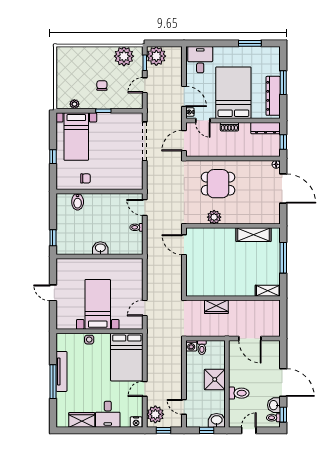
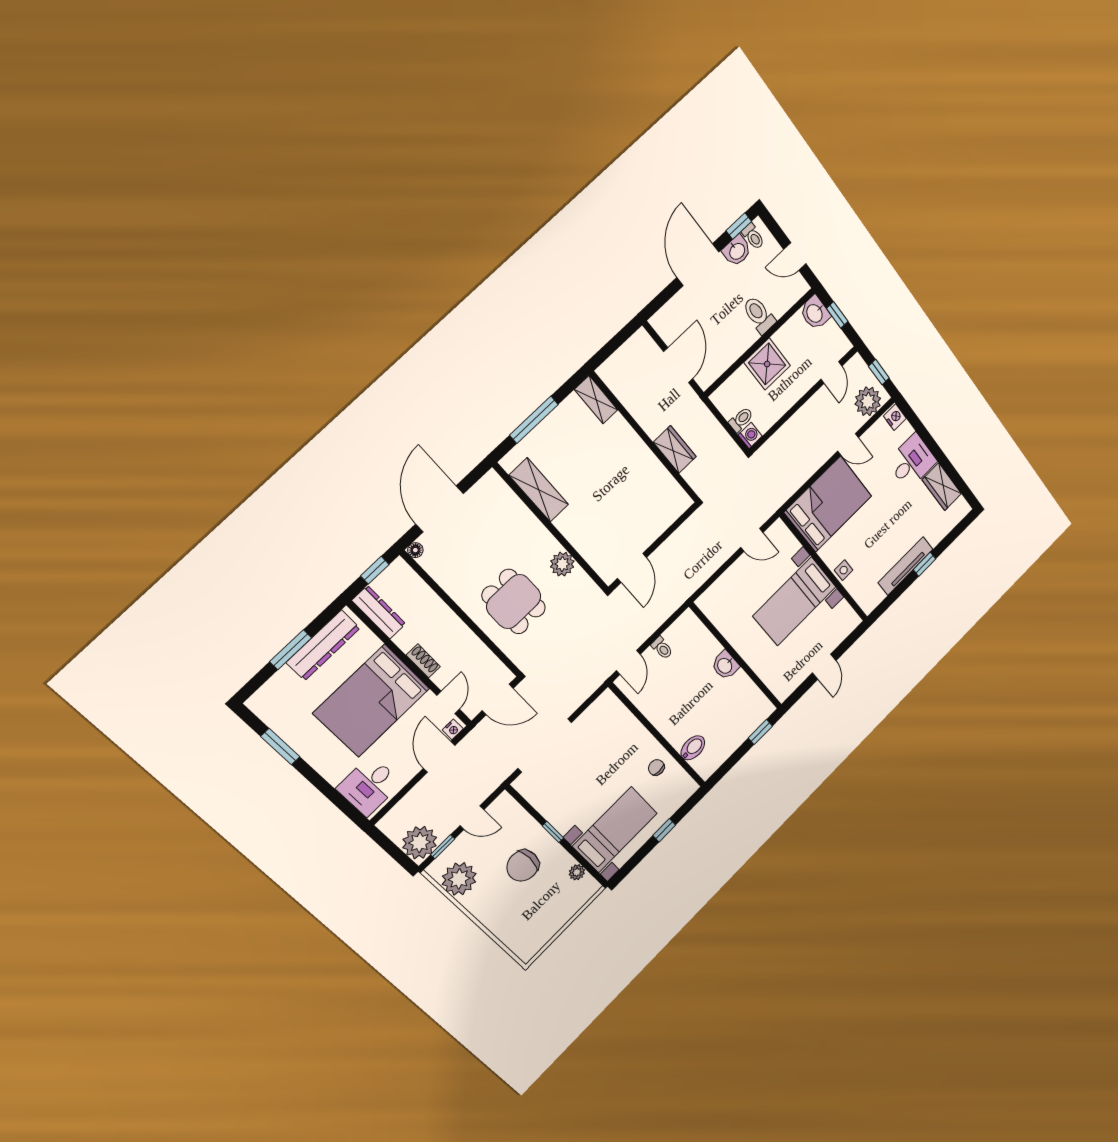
chair: (102, 86) -> (523, 866), width x1.87, depth x1.87
window: (53, 382) -> (925, 564), width x0.46

